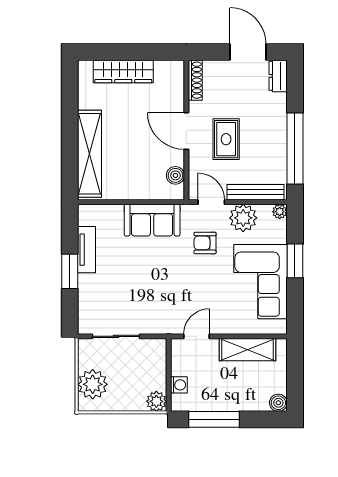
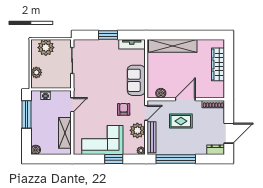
tv unit: (87, 250) -> (132, 44), moved
door: (197, 336) -> (72, 105), hinge flipped
plant: (156, 401) -> (36, 72), moved

